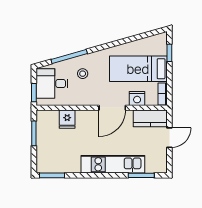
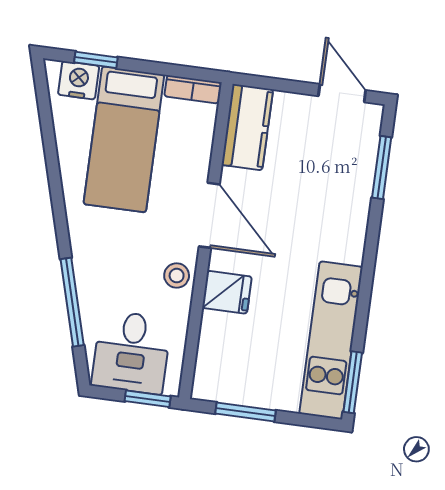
stool: (83, 74) -> (177, 276), moved
nightstand: (137, 98) -> (79, 80), moved, turned -90
fridge: (67, 119) -> (227, 292), moved
door: (169, 138) -> (342, 93), moved
kitchen unit: (113, 164) -> (331, 340), moved

